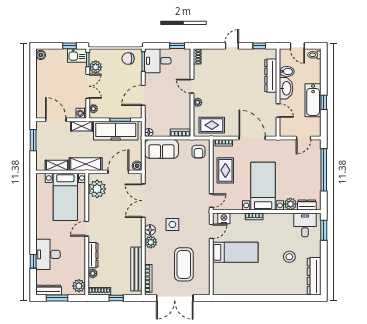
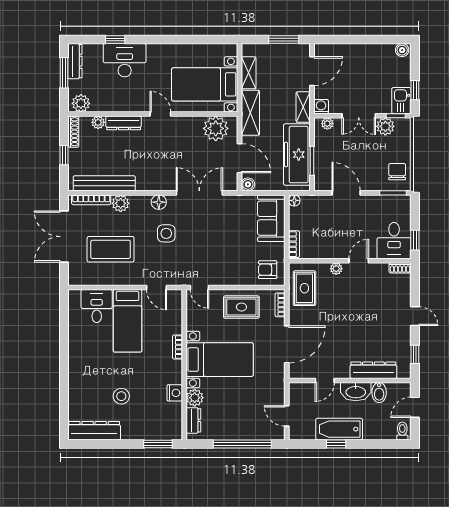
desk: (158, 61) -> (394, 241), moved, turned 180
nightstand: (224, 218) -> (175, 393), moved
desk: (305, 225) -> (97, 306), moved, turned -90
plant: (151, 242) -> (121, 203), moved

